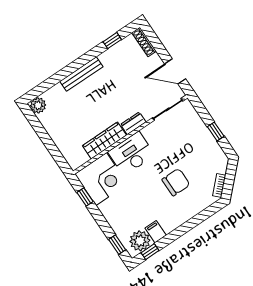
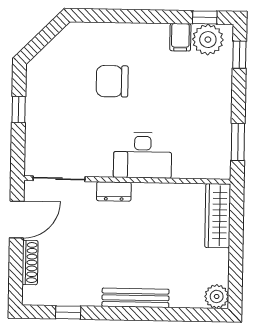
shoe rack: (144, 42) -> (30, 262), moved
door: (175, 71) -> (17, 219), hinge flipped
wardrobe: (104, 140) -> (218, 216), moved, turned 90
corner desk: (101, 179) -> (202, 150), removed
bookcase: (219, 185) -> (61, 39), removed
window: (85, 197) -> (238, 142), width x1.50

